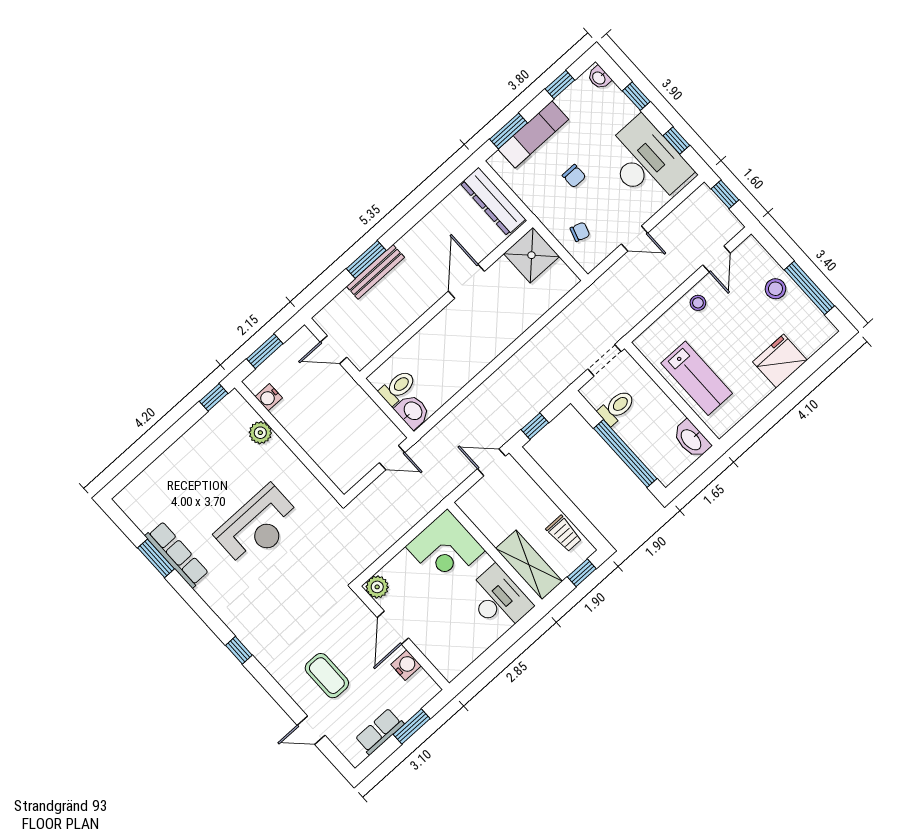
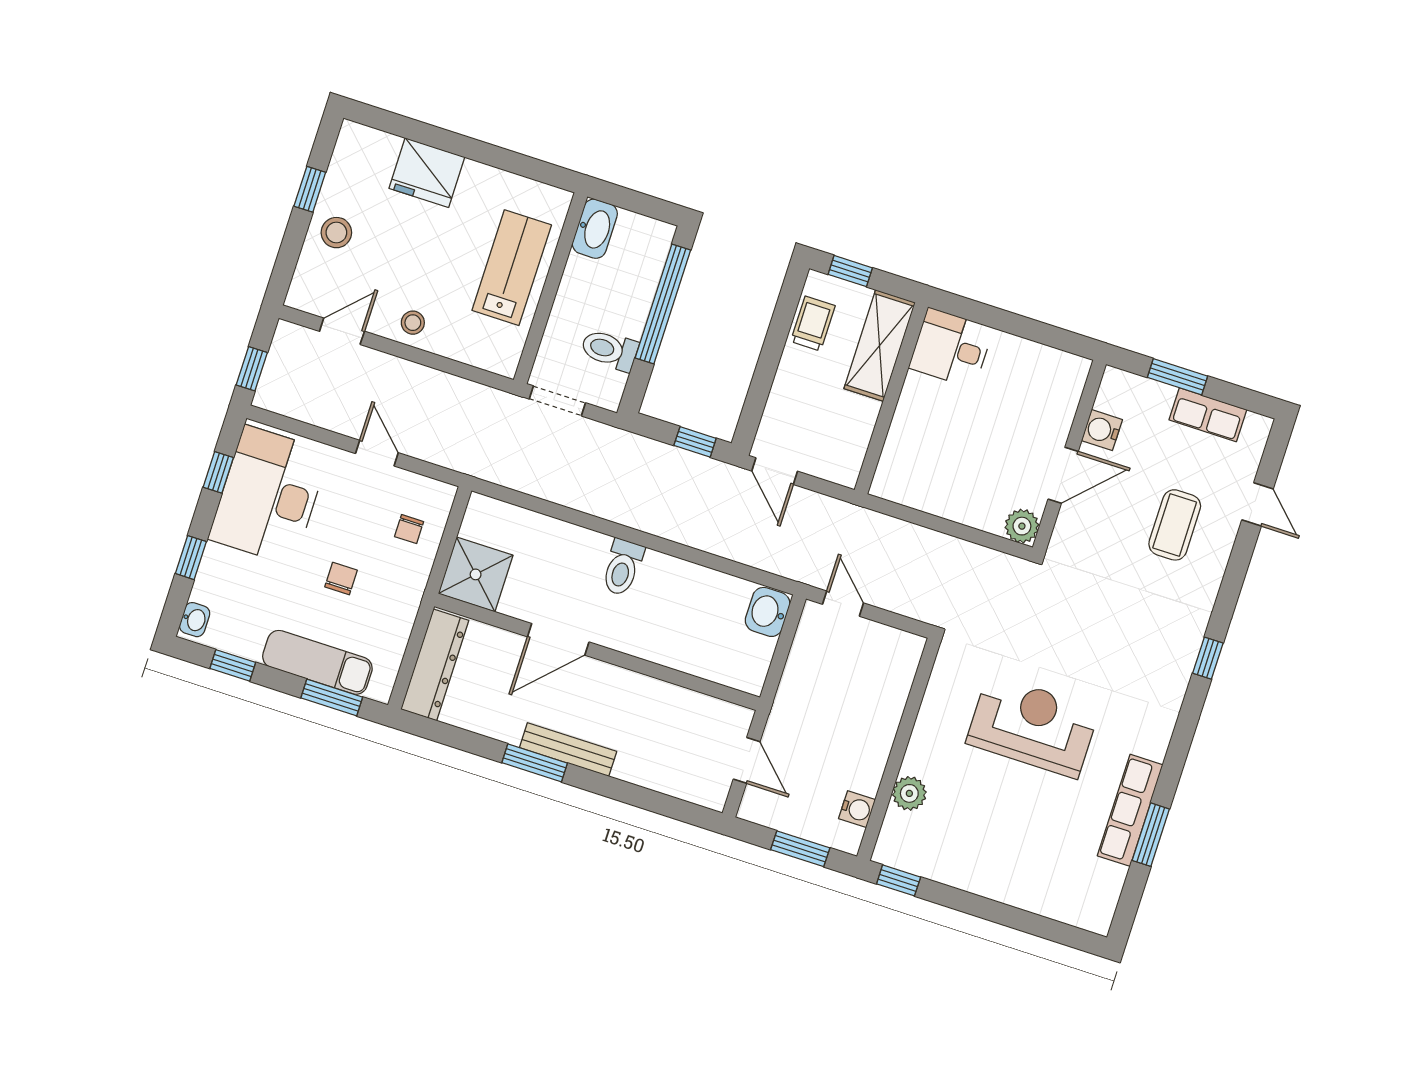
chair: (580, 232) -> (409, 529), turned -108
window: (366, 260) -> (535, 763), moved
bench: (375, 272) -> (568, 750), moved
window: (809, 288) -> (310, 189), width x0.46
toilet: (398, 387) -> (622, 567), moved, turned -90
corner desk: (445, 549) -> (921, 467), removed
desk: (498, 599) -> (951, 348), width x0.73

